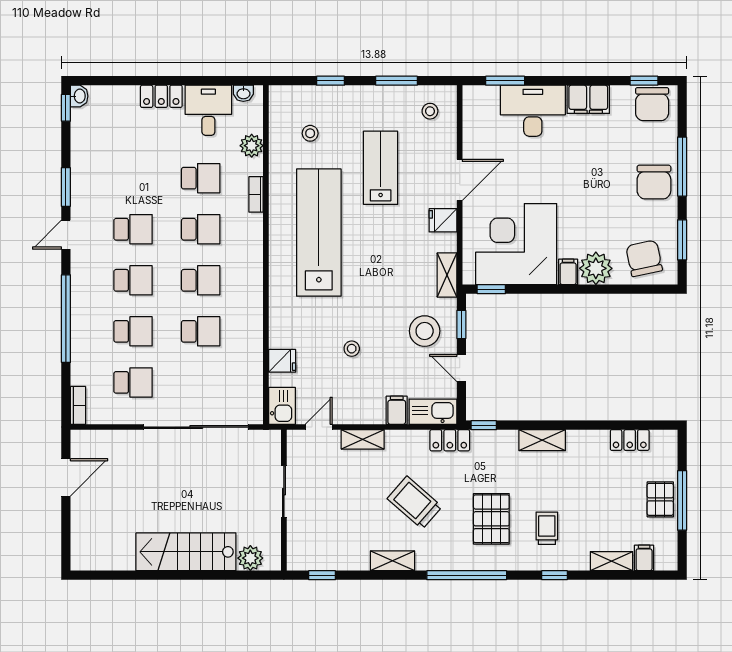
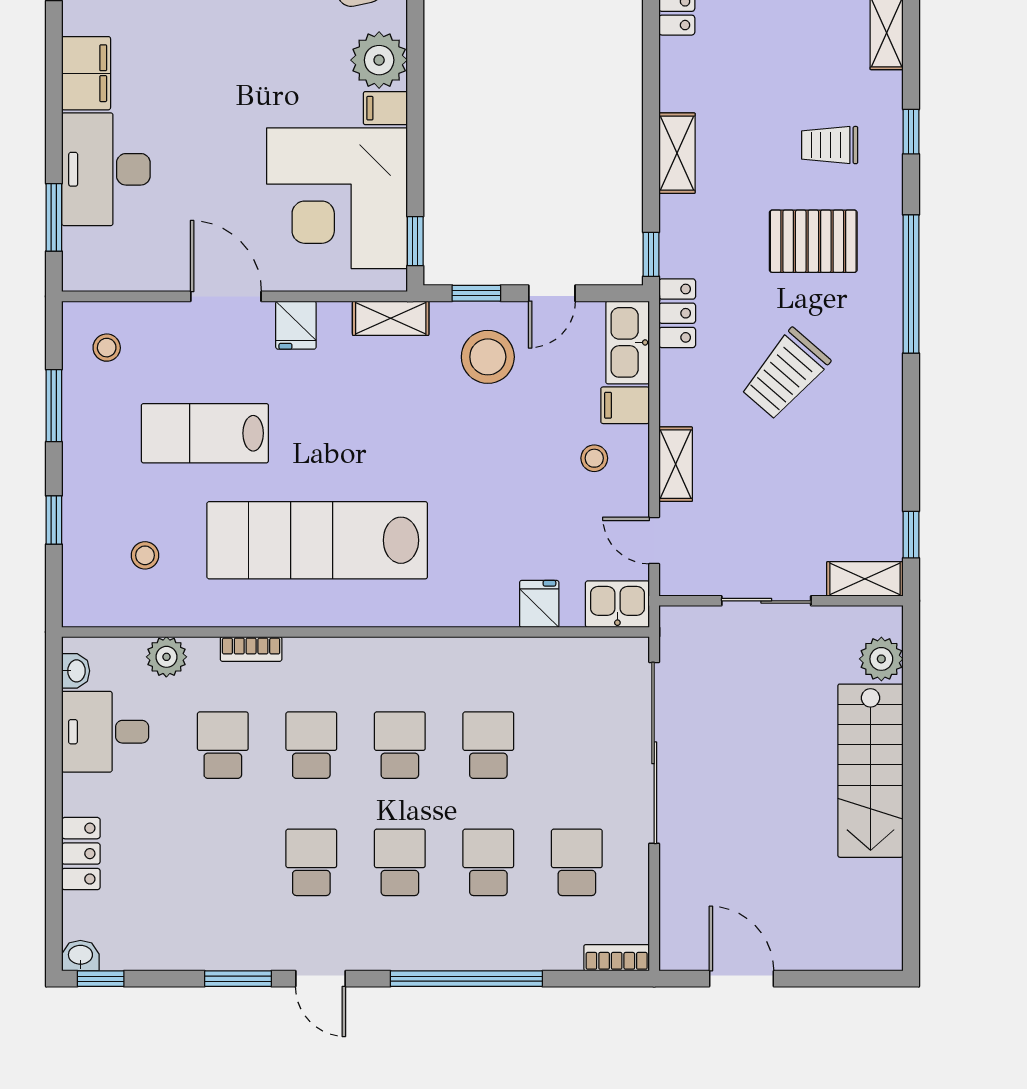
locker: (161, 96) -> (81, 854), moved
stool: (352, 349) -> (594, 458), moved
shelving: (392, 561) -> (865, 579), moved, turned 90

